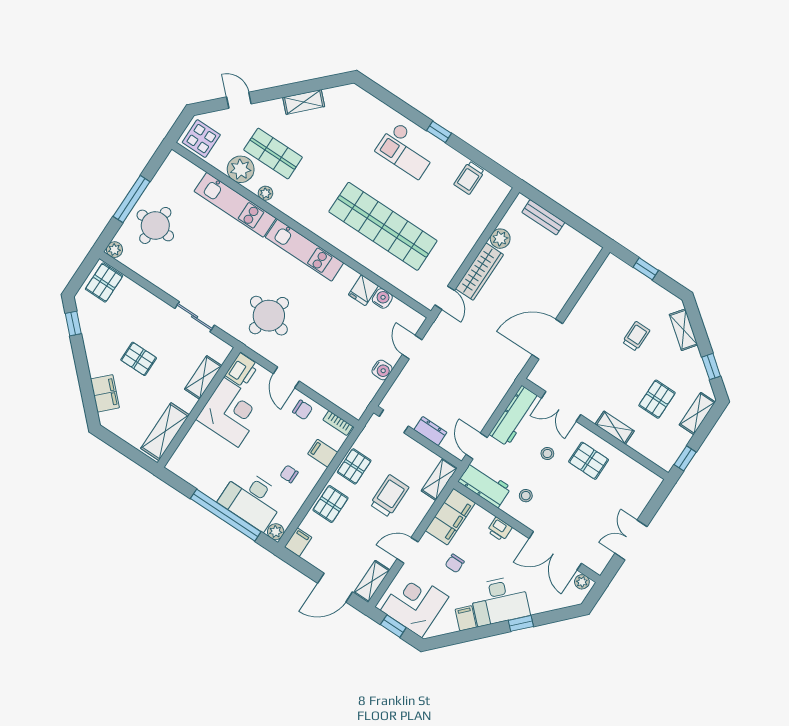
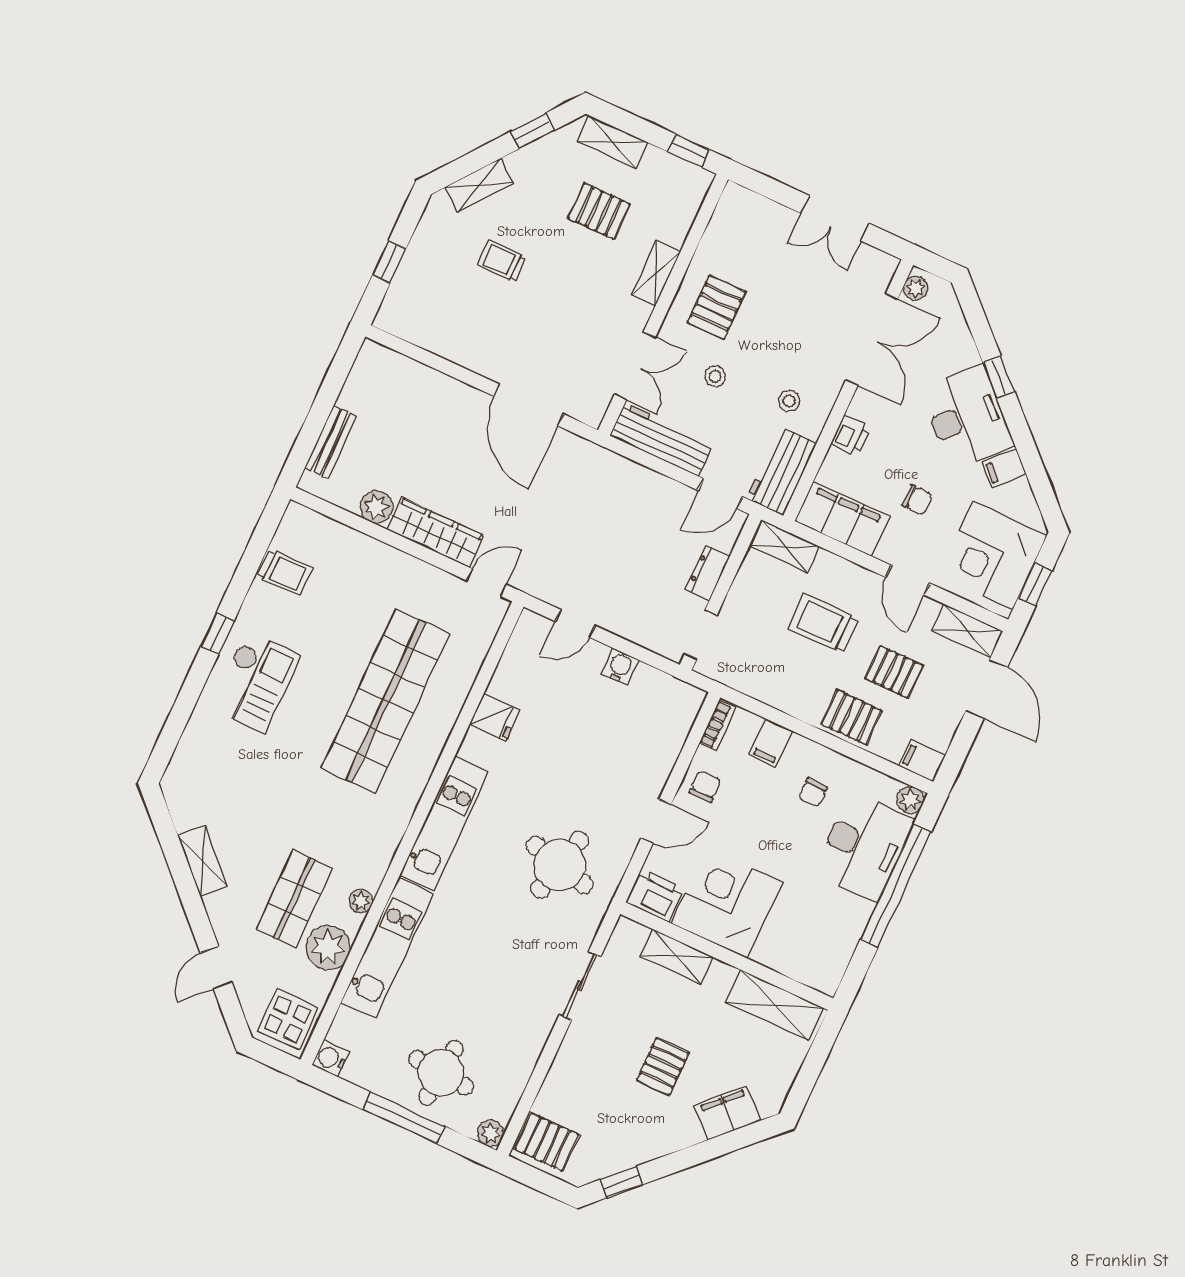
water cooler: (382, 298) -> (331, 1058), moved
pallet: (354, 466) -> (894, 672), moved

